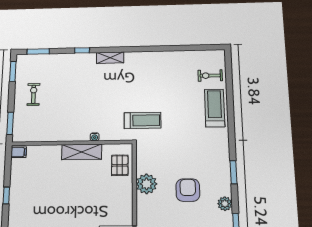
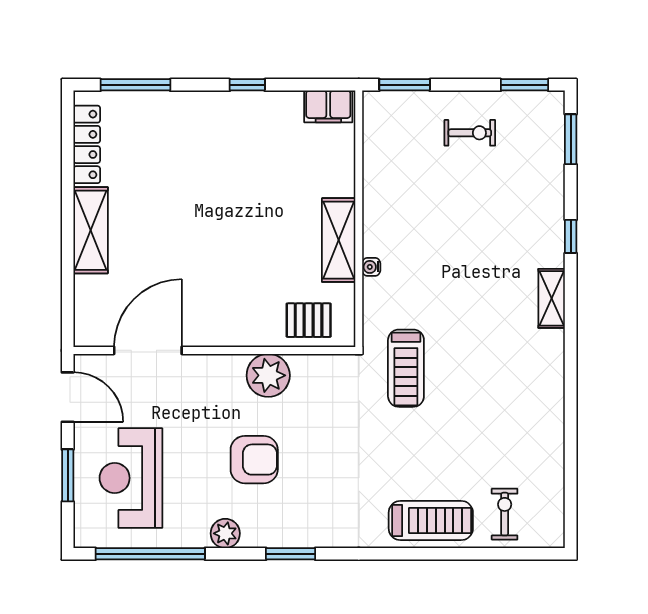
filing cabinet: (19, 152) -> (328, 106), width x2.00

